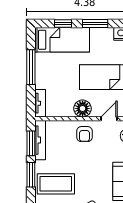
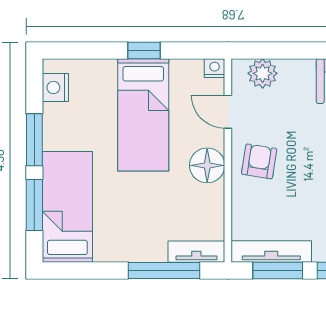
window: (63, 23) -> (34, 205), width x1.50
window: (31, 67) -> (164, 270), moved
armchair: (84, 134) -> (259, 161), turned -81

